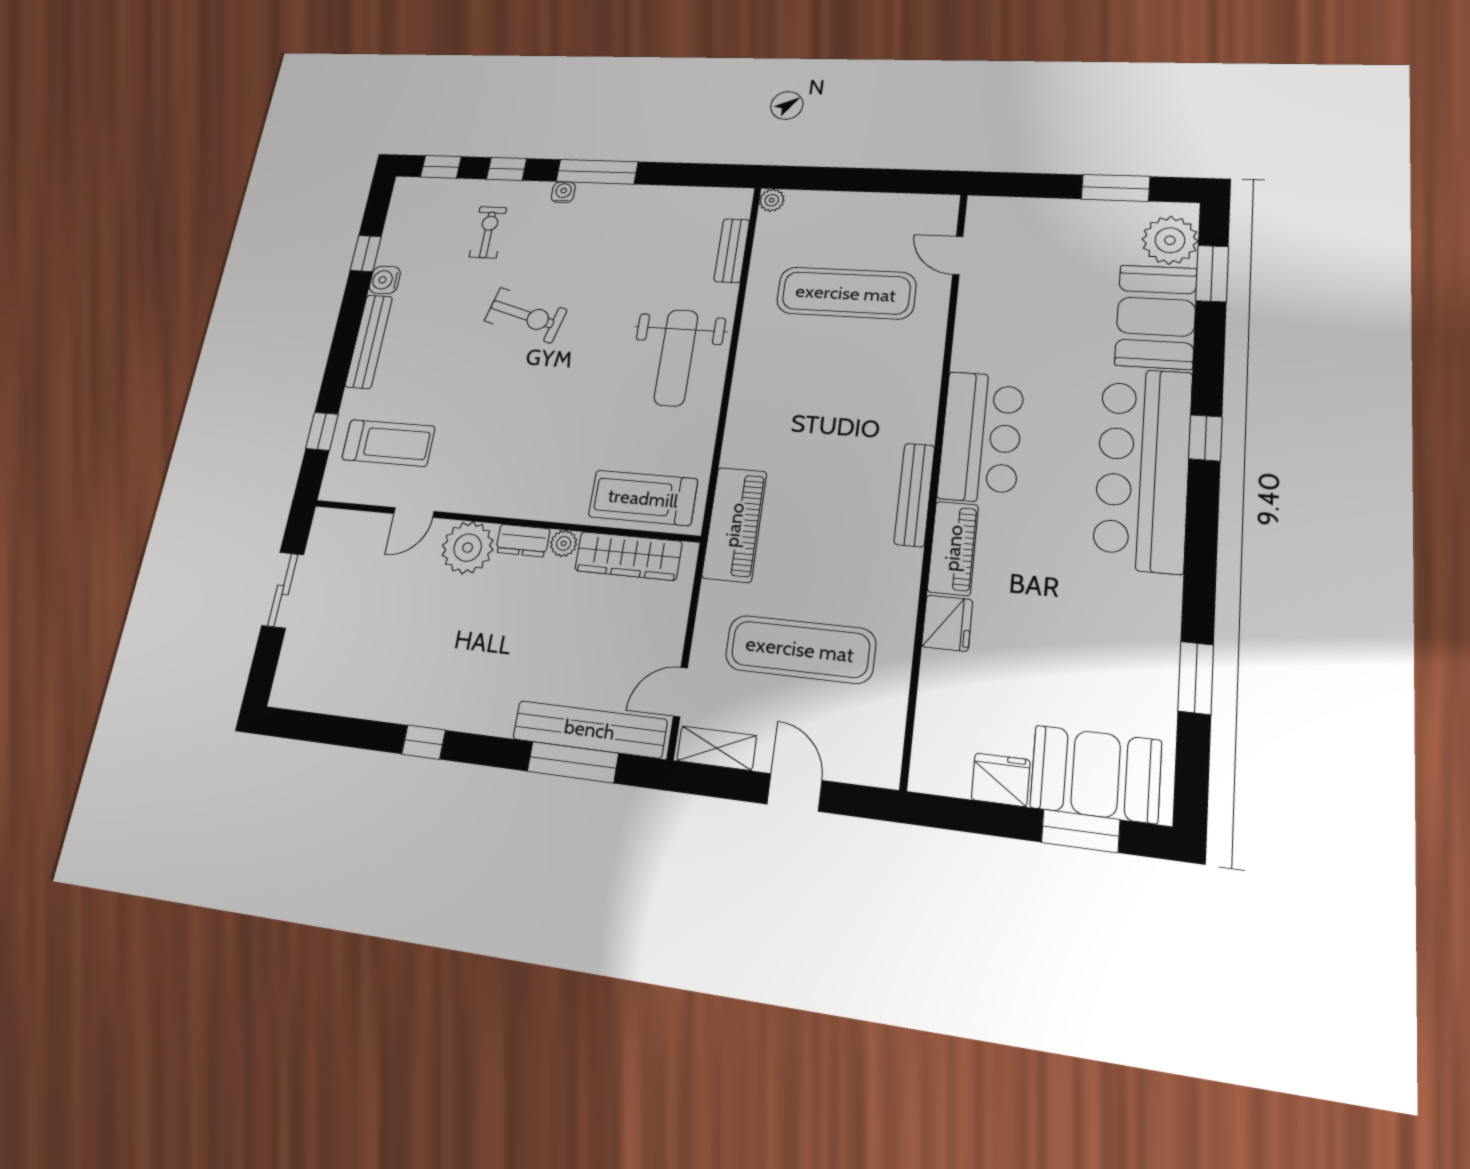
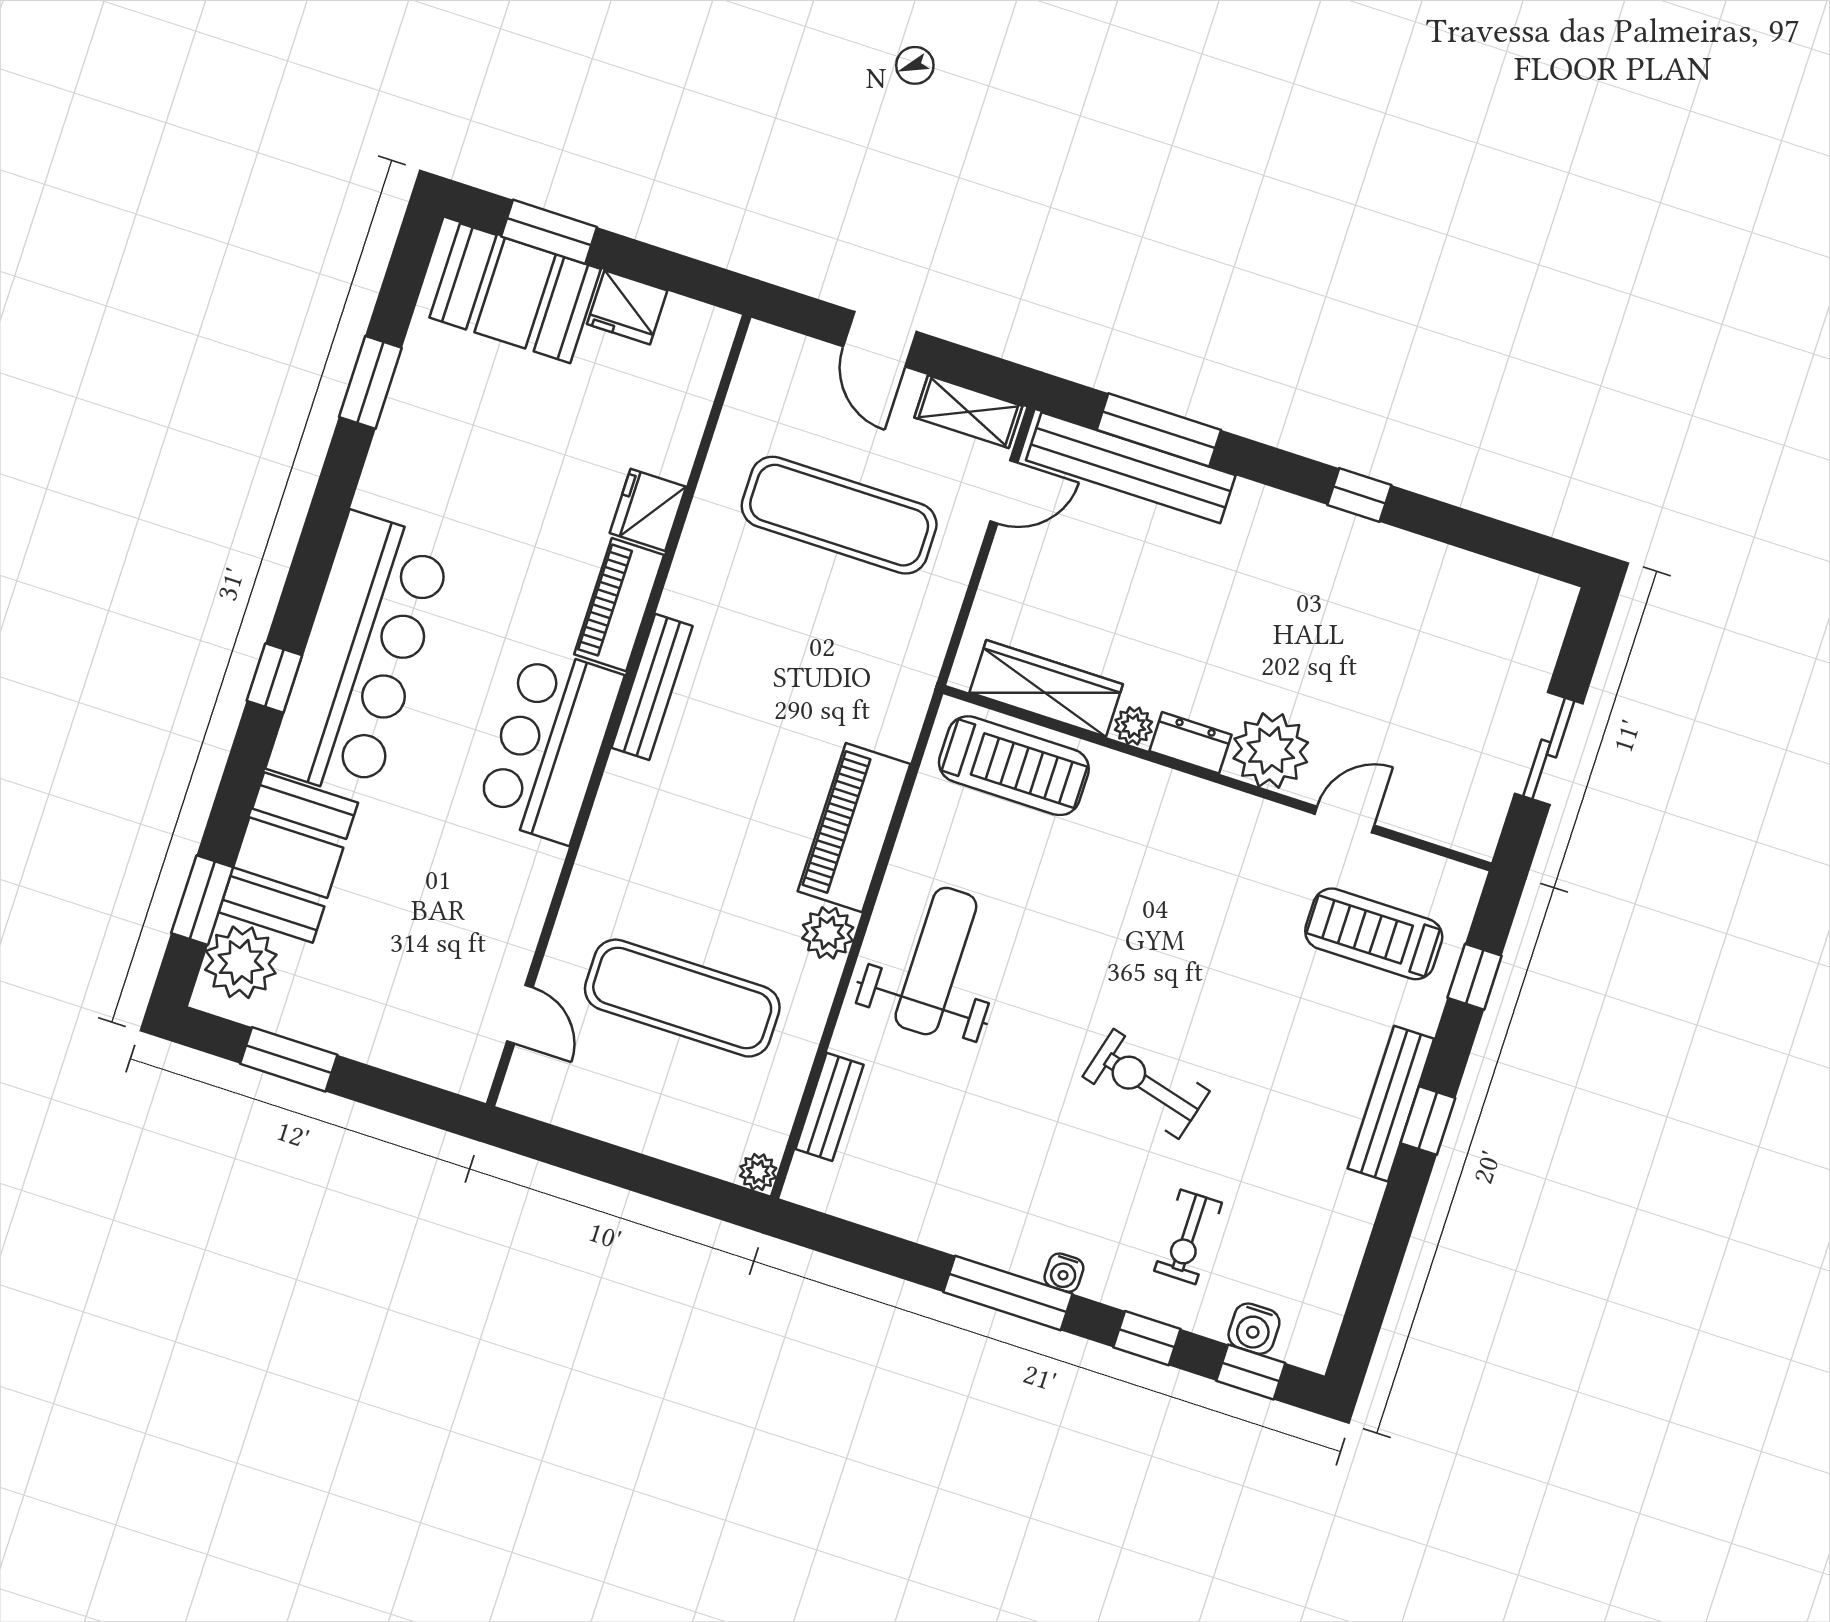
window: (366, 253) -> (1428, 1121), moved
water cooler: (385, 280) -> (1254, 1329), moved, turned 90
plant: (753, 358) -> (828, 933), added
piano: (734, 525) -> (854, 828), moved

